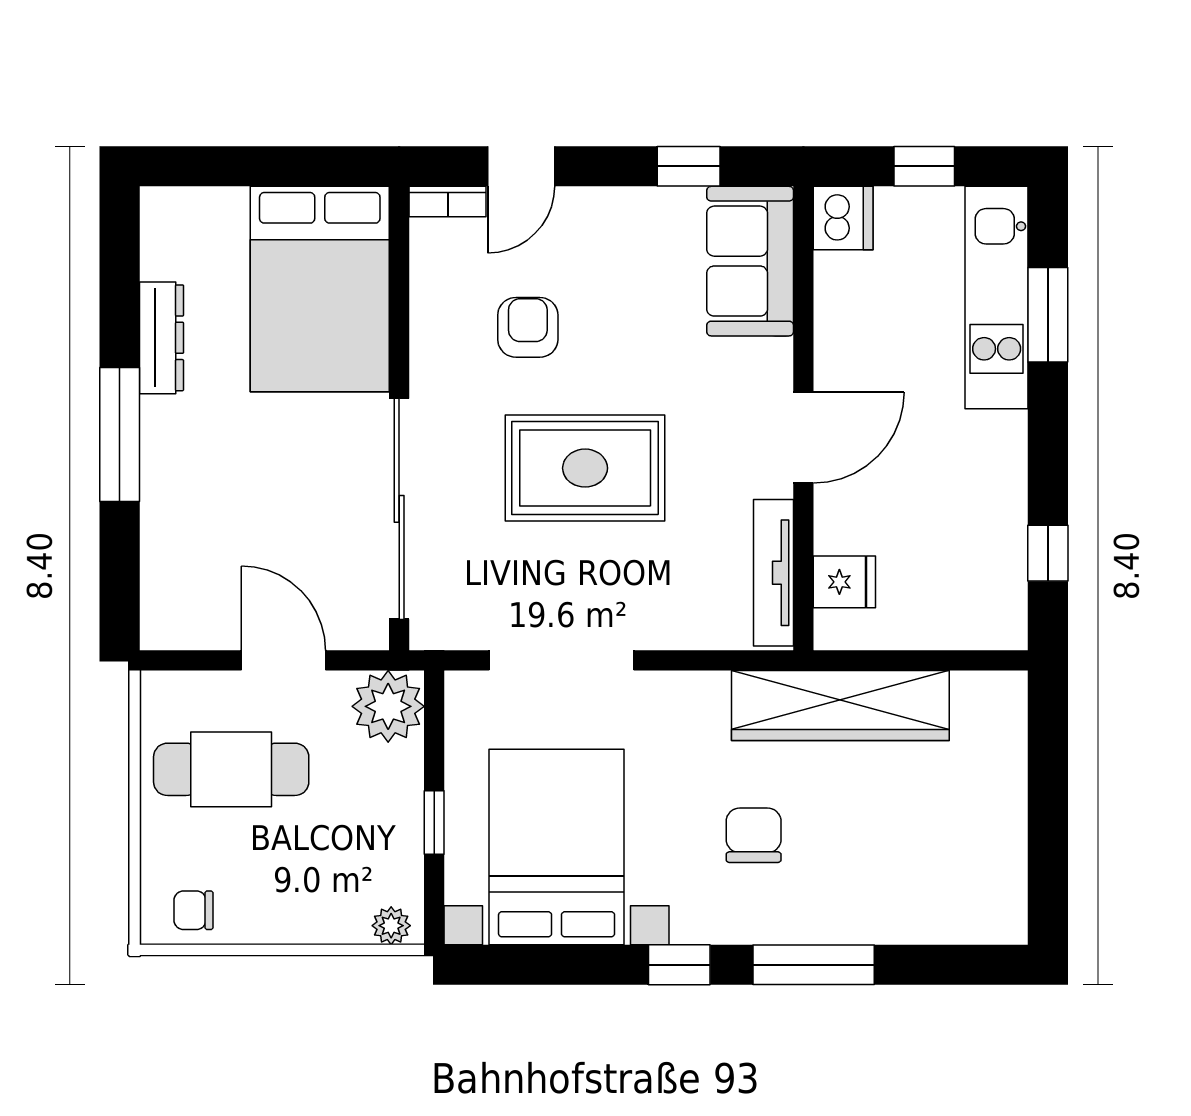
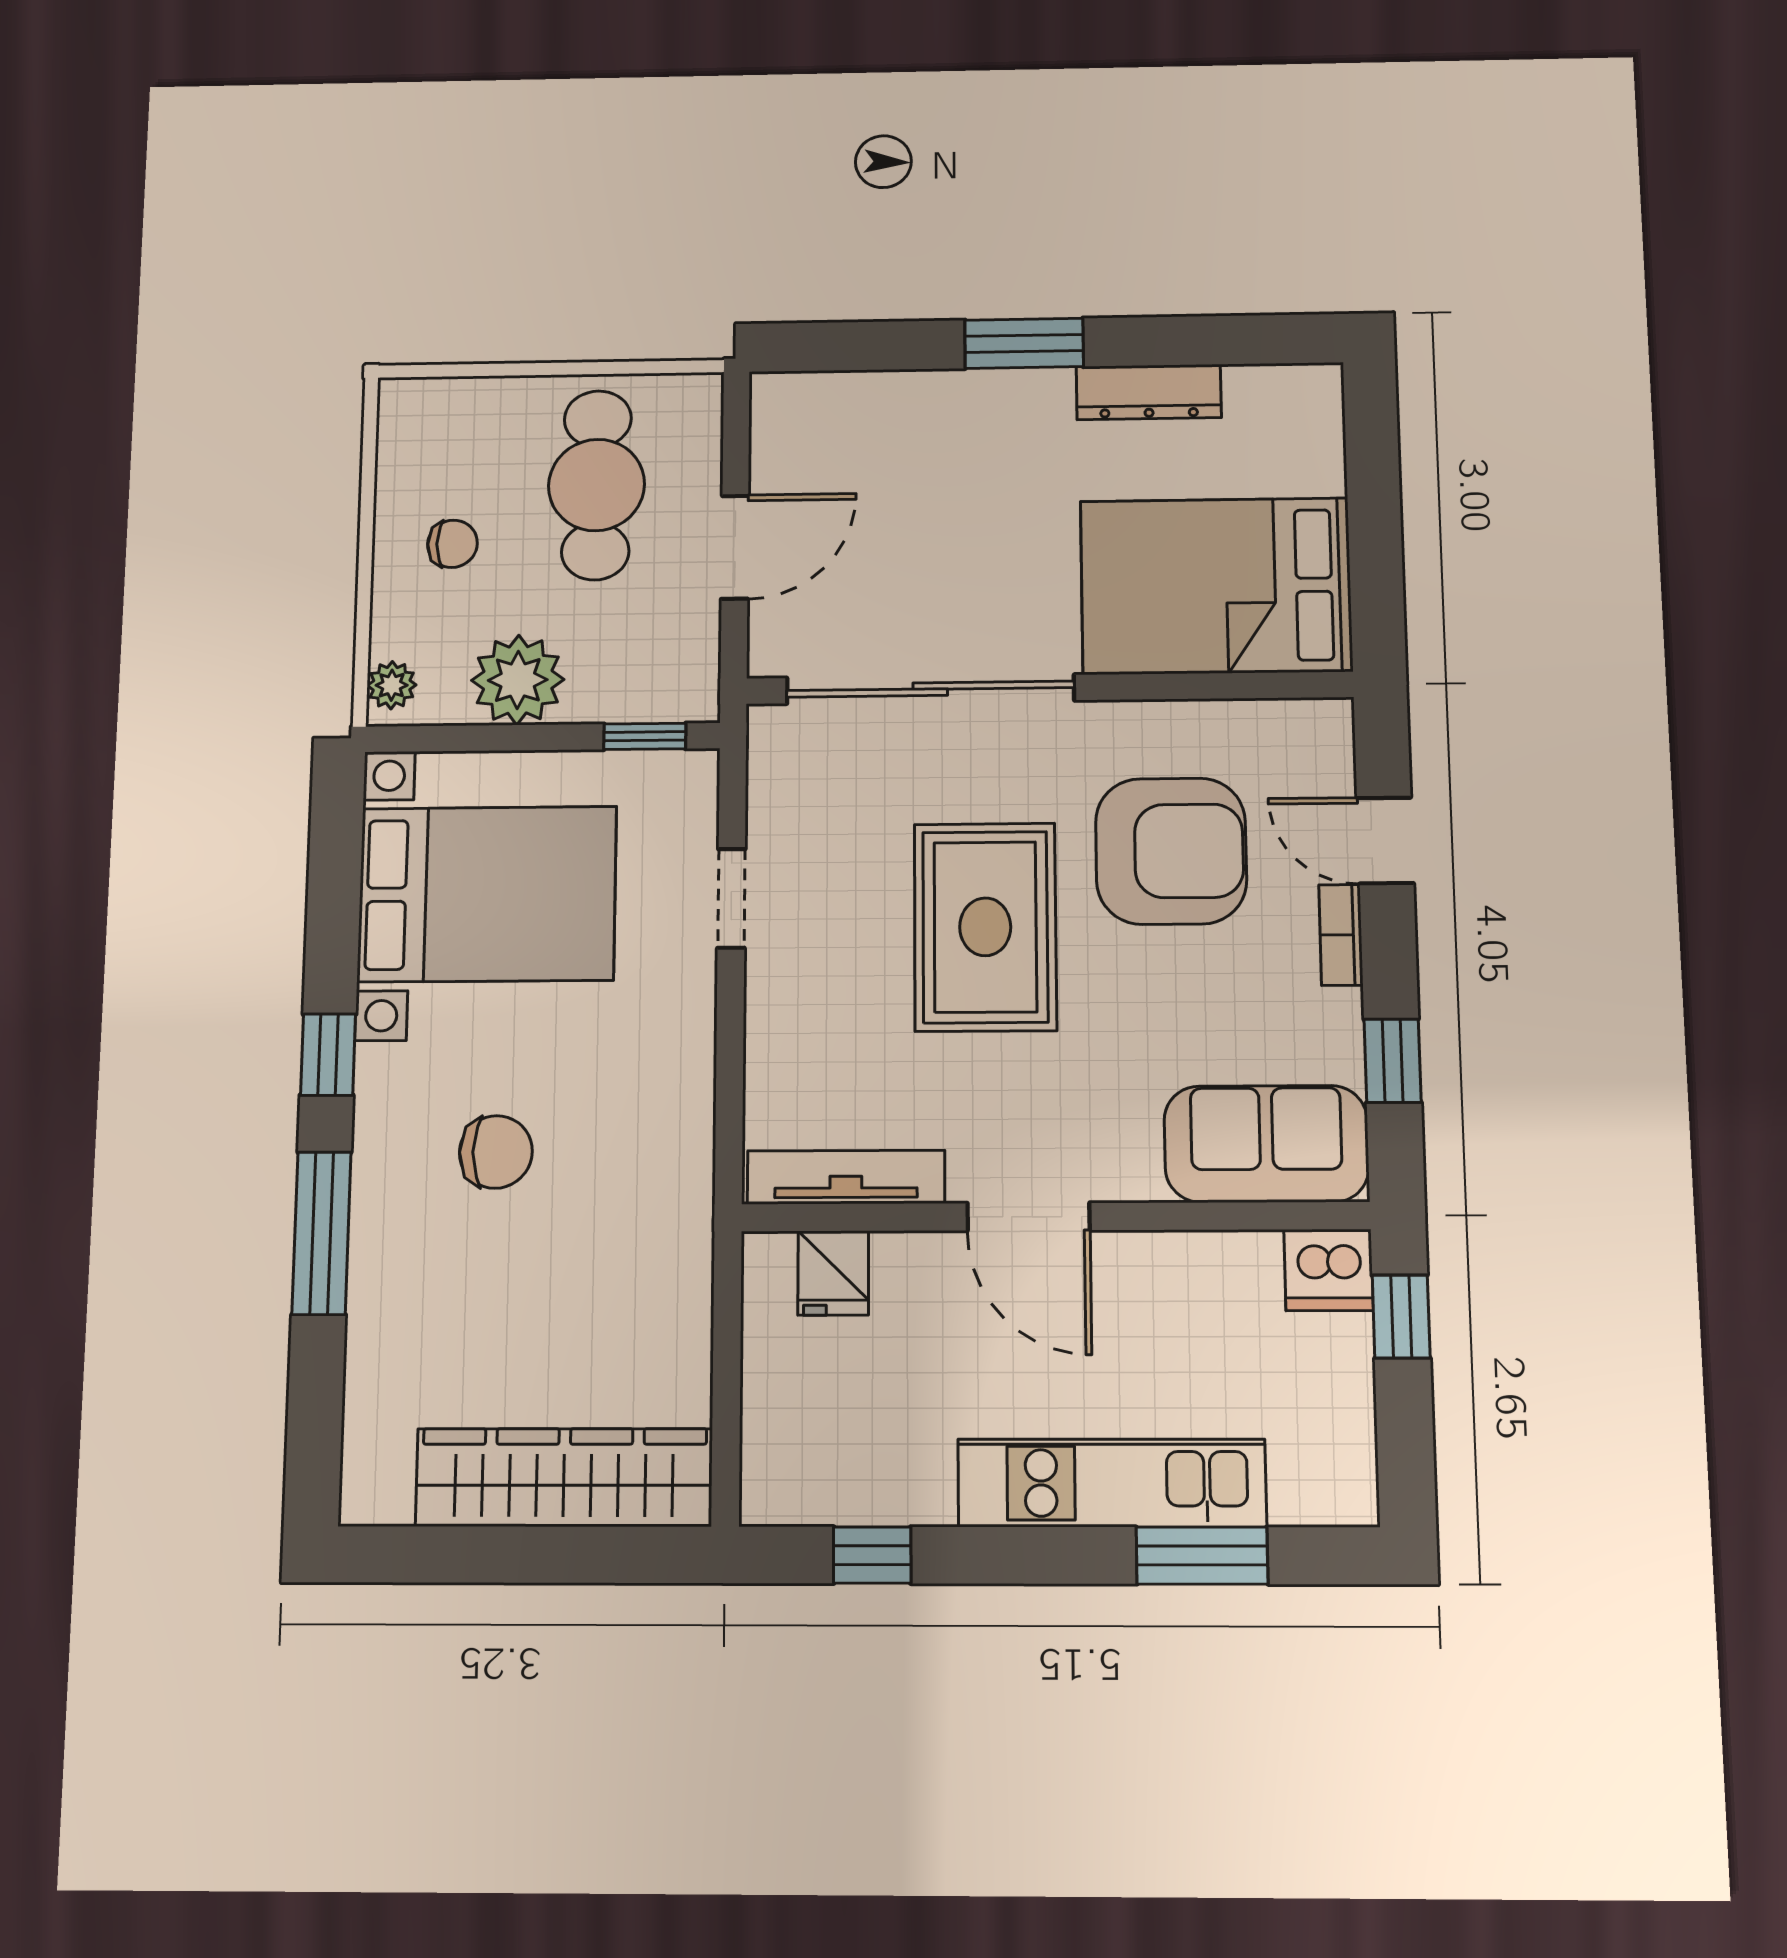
window: (924, 166) -> (1401, 1317), moved
bookcase: (448, 202) -> (1341, 935), moved
kitchen unit: (997, 298) -> (1112, 1483), moved
armchair: (528, 327) -> (1171, 851), width x1.88, depth x1.88
window: (120, 435) -> (1024, 343), width x0.69
doorway: (561, 660) -> (731, 898), width x0.53
plant: (388, 706) -> (518, 680), moved
wardrobe: (840, 706) -> (564, 1478), moved, turned 90
window: (434, 823) -> (645, 736), moved
chair: (193, 910) -> (452, 544), moved, turned 90

